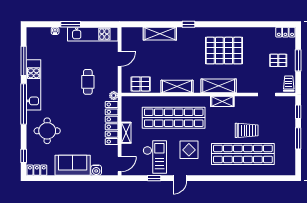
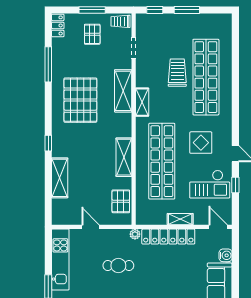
window: (253, 24) -> (48, 64), added
shelving: (219, 86) -> (123, 91), moved
checkout: (155, 157) -> (210, 184), turned 180

